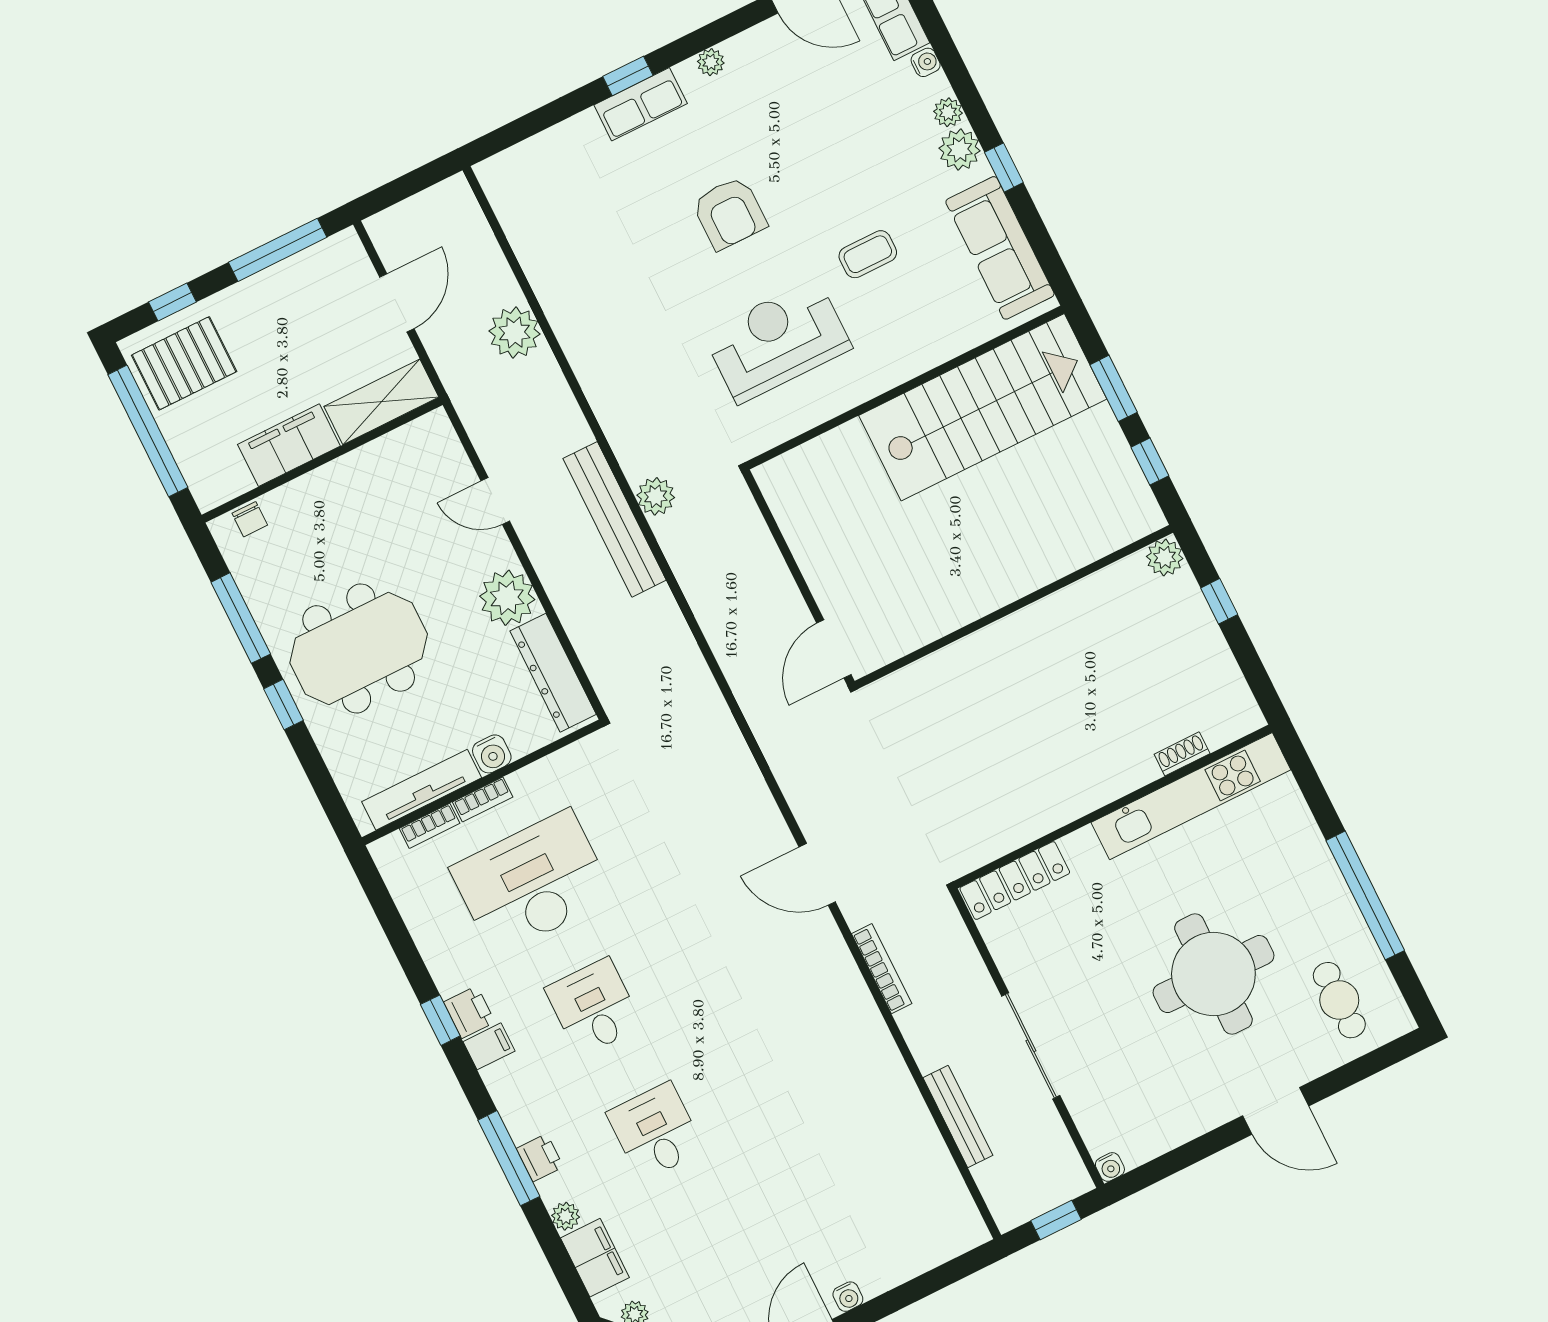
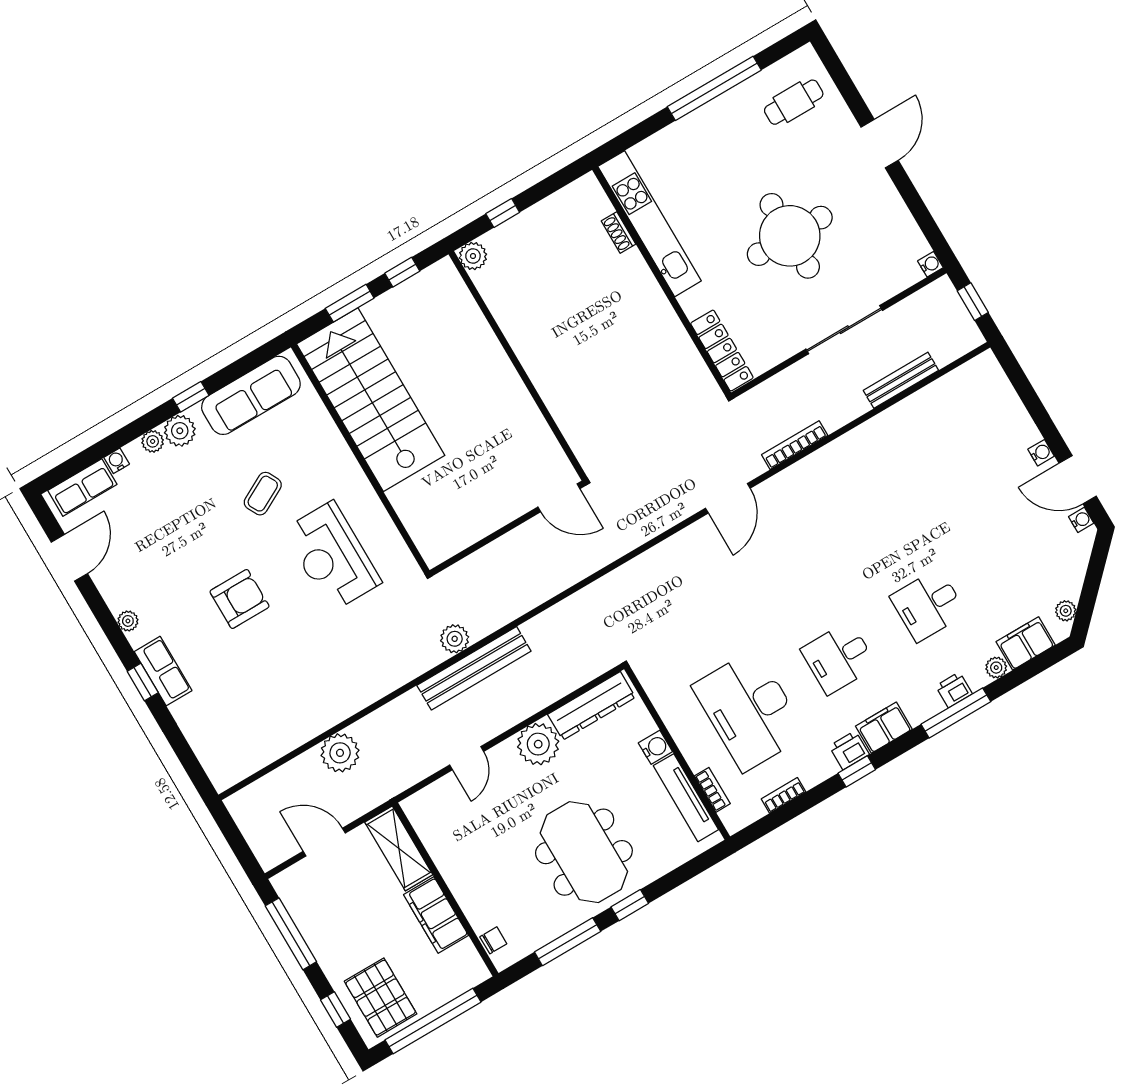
coffee table: (868, 254) -> (263, 494), turned 62
bookcase: (483, 799) -> (784, 795), moved, turned -90
round table: (1213, 974) -> (790, 236), moved
filing cabinet: (489, 1046) -> (884, 728), width x2.00

